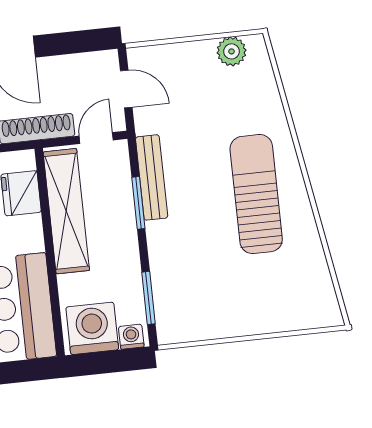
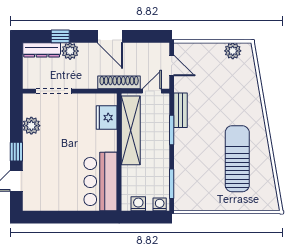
bench: (152, 177) -> (181, 110), width x0.73
sun lounger: (256, 194) -> (237, 159), moved
washing machine: (92, 328) -> (138, 204), width x0.53, depth x0.53

